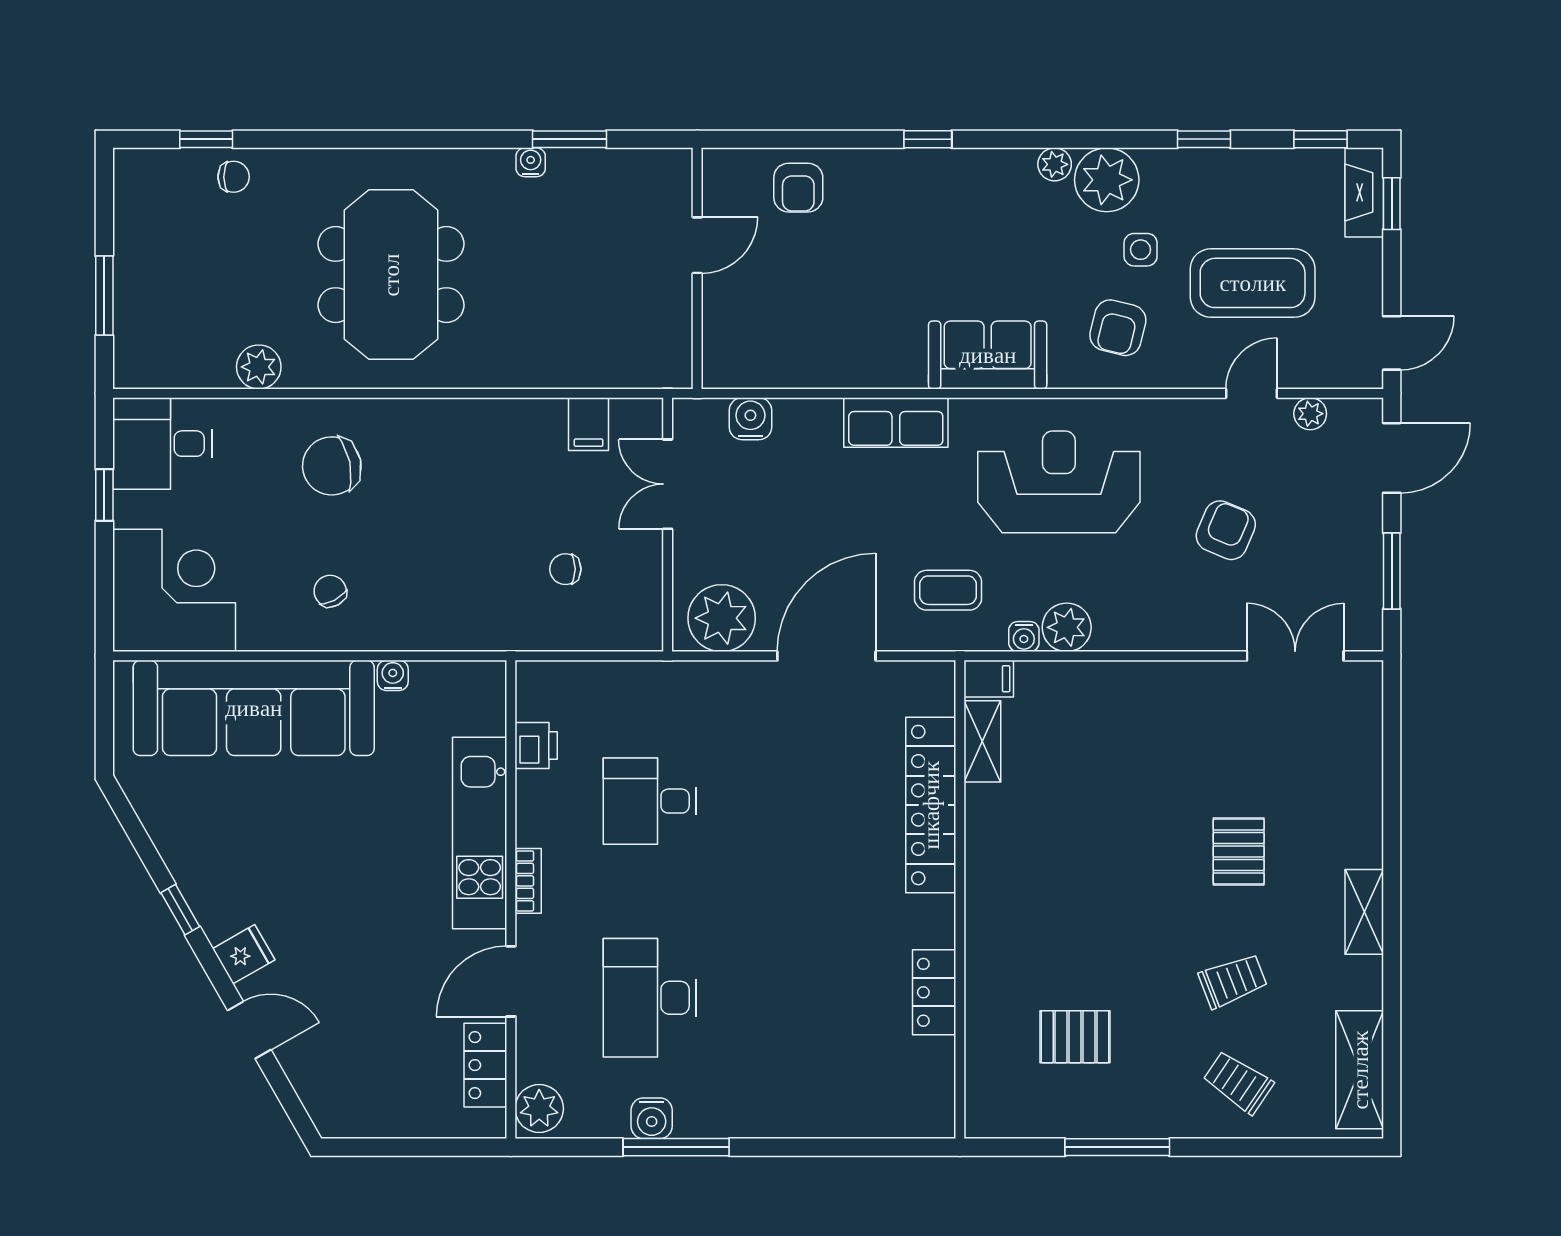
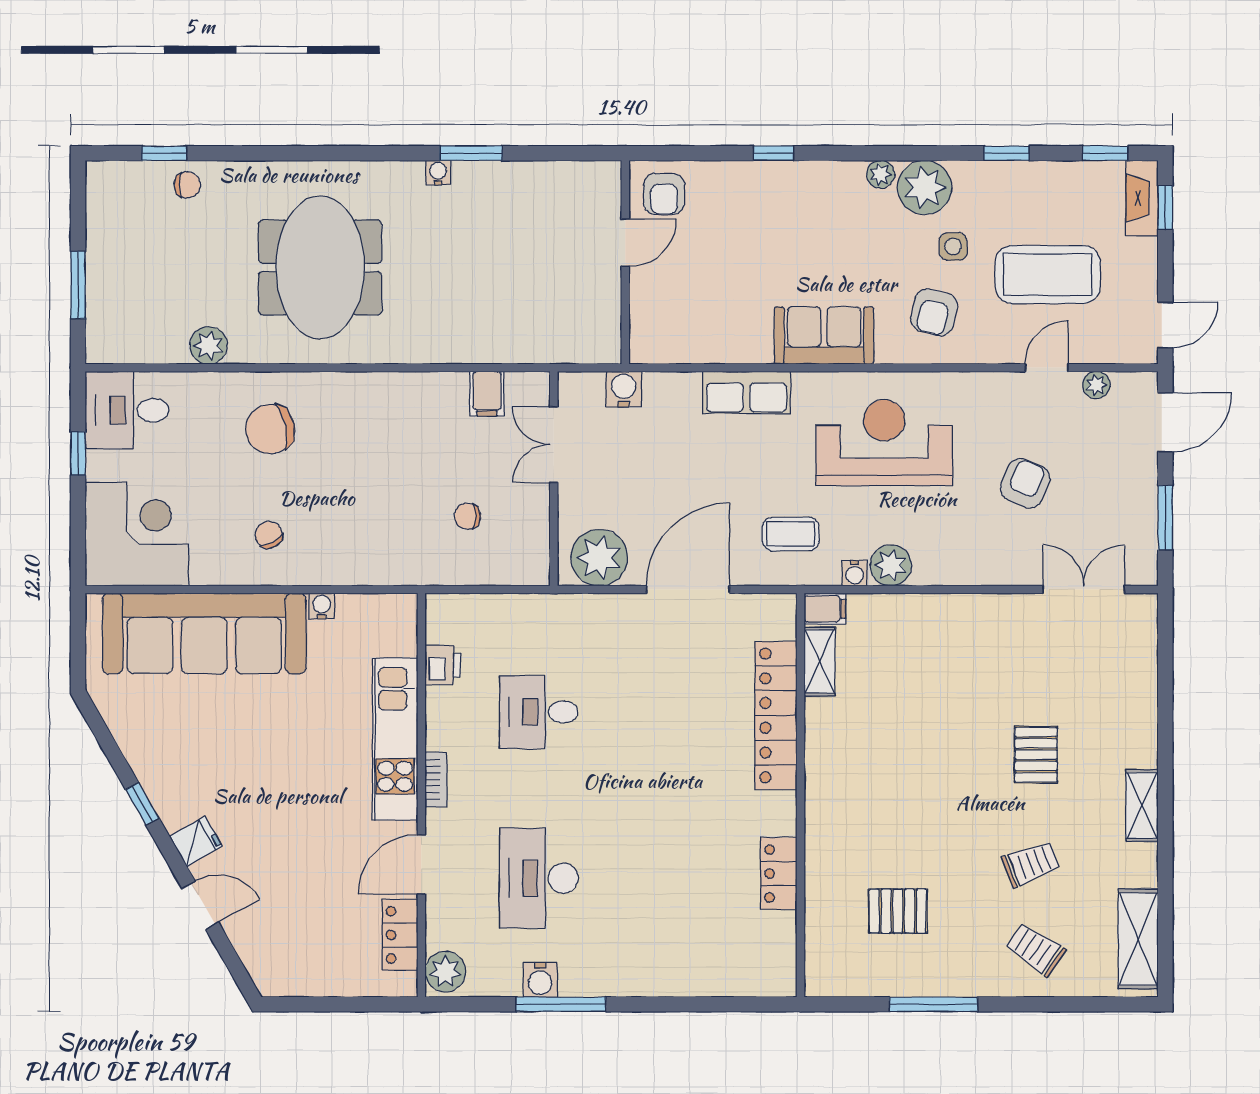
door: (697, 245) -> (625, 243), moved
wall: (697, 268) -> (625, 262), moved

